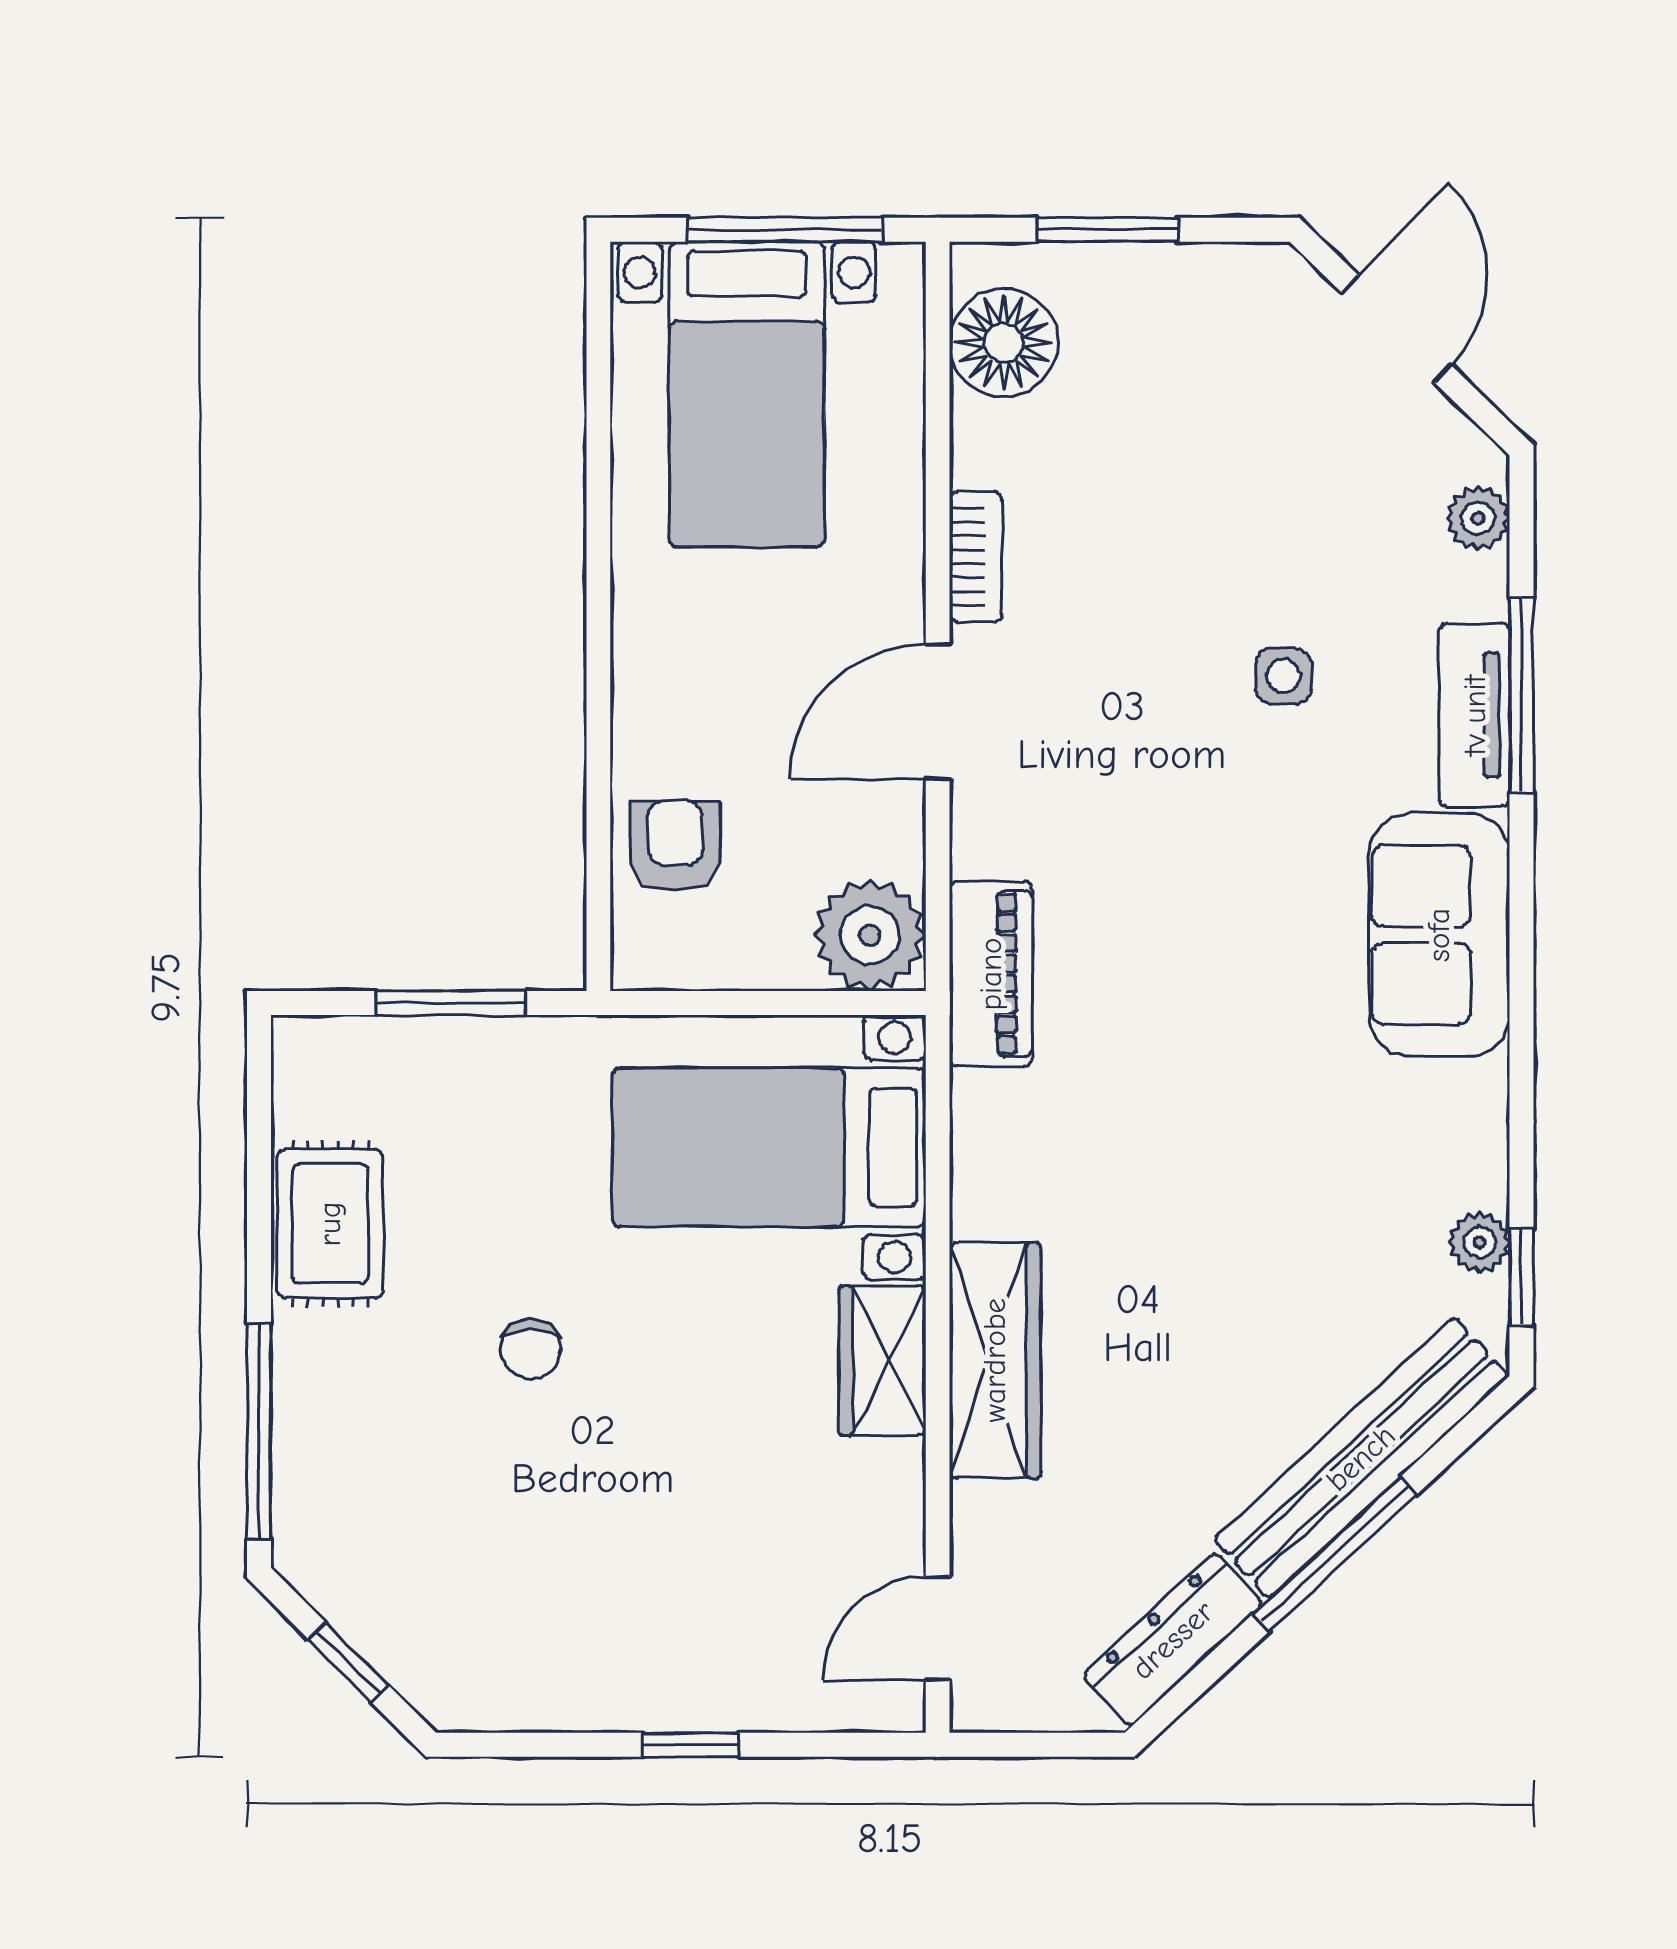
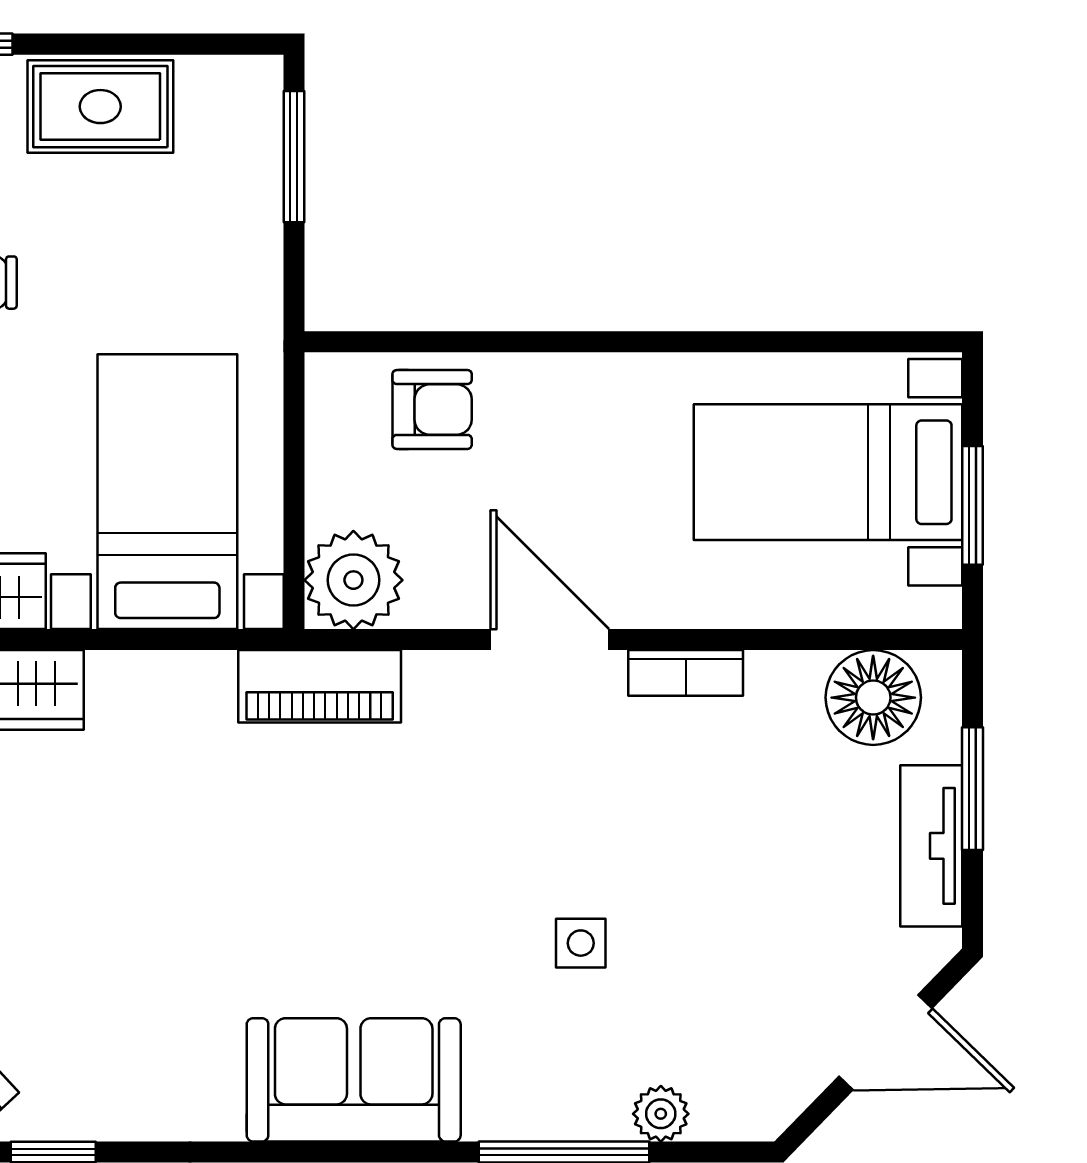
window: (785, 230) -> (972, 505), width x0.69
plant: (1478, 518) -> (661, 1114), moved
tv unit: (1475, 715) -> (931, 846), moved, turned -90
window: (451, 1003) -> (294, 157), moved
plant: (1480, 1242) -> (84, 1115), removed

